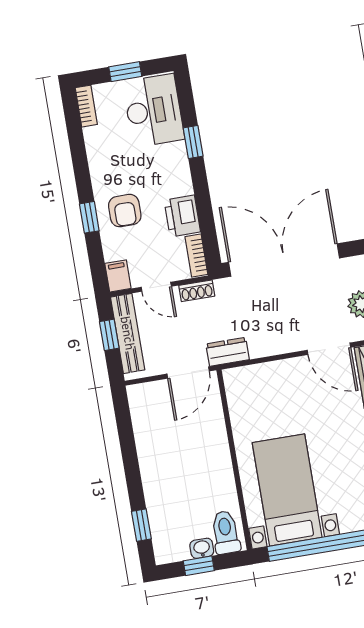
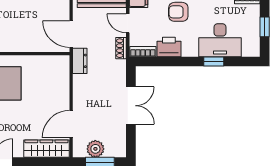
desk: (153, 111) -> (220, 40), moved
double door: (284, 260) -> (131, 106), width x0.54
door: (156, 287) -> (128, 23), hinge flipped

